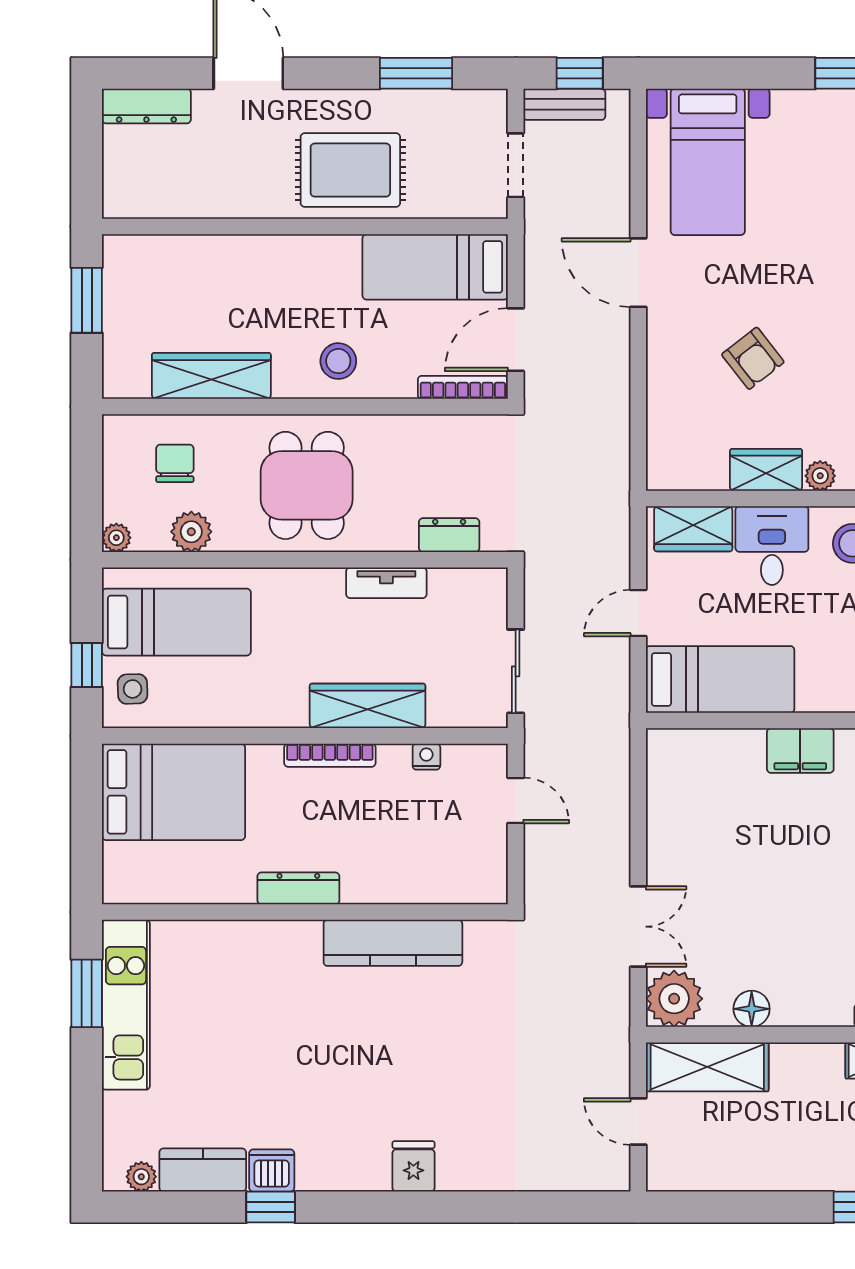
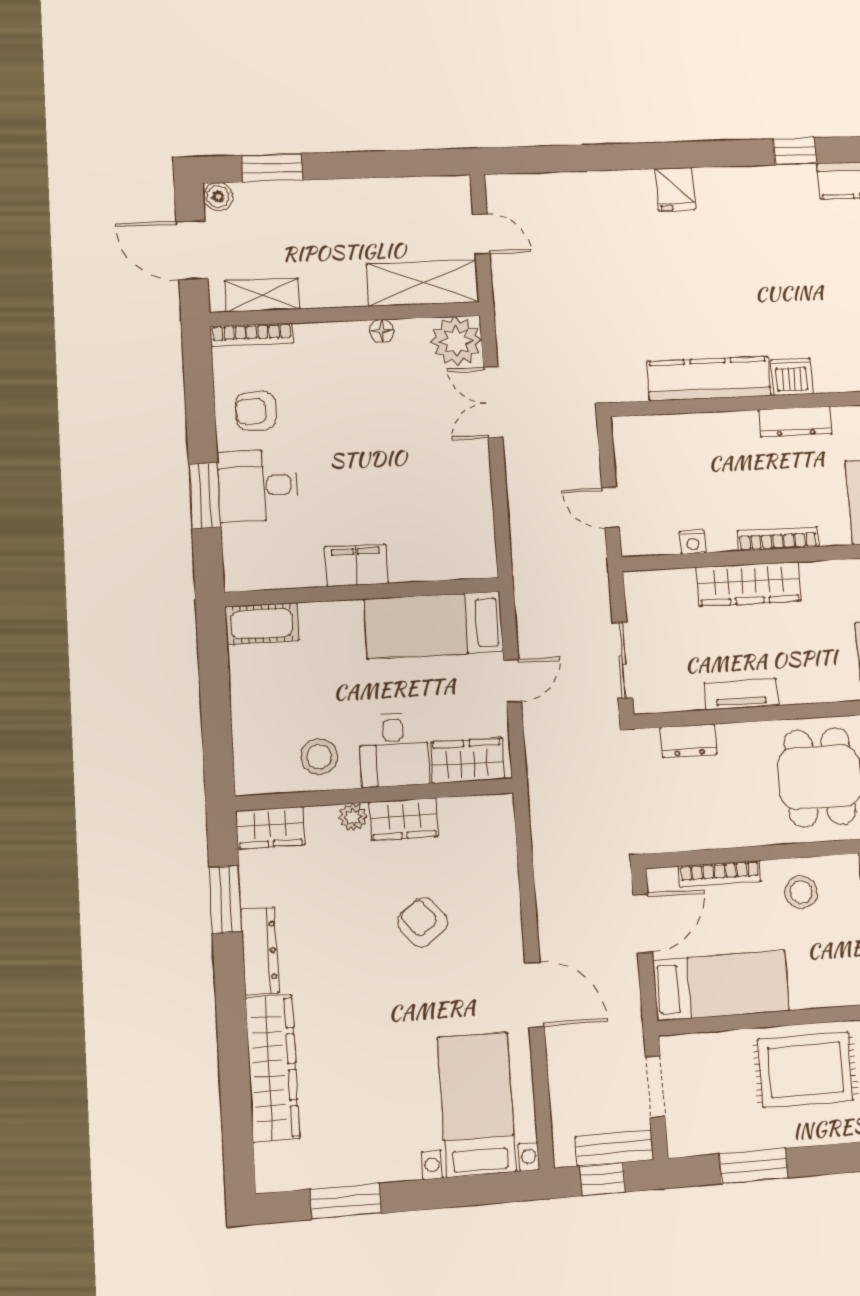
bookcase: (463, 387) -> (720, 874), moved
sliding door: (516, 671) -> (622, 660), moved
floor lamp: (752, 1009) -> (382, 331), width x0.73, depth x0.73
dishwasher: (272, 1171) -> (792, 377), moved, turned 180

